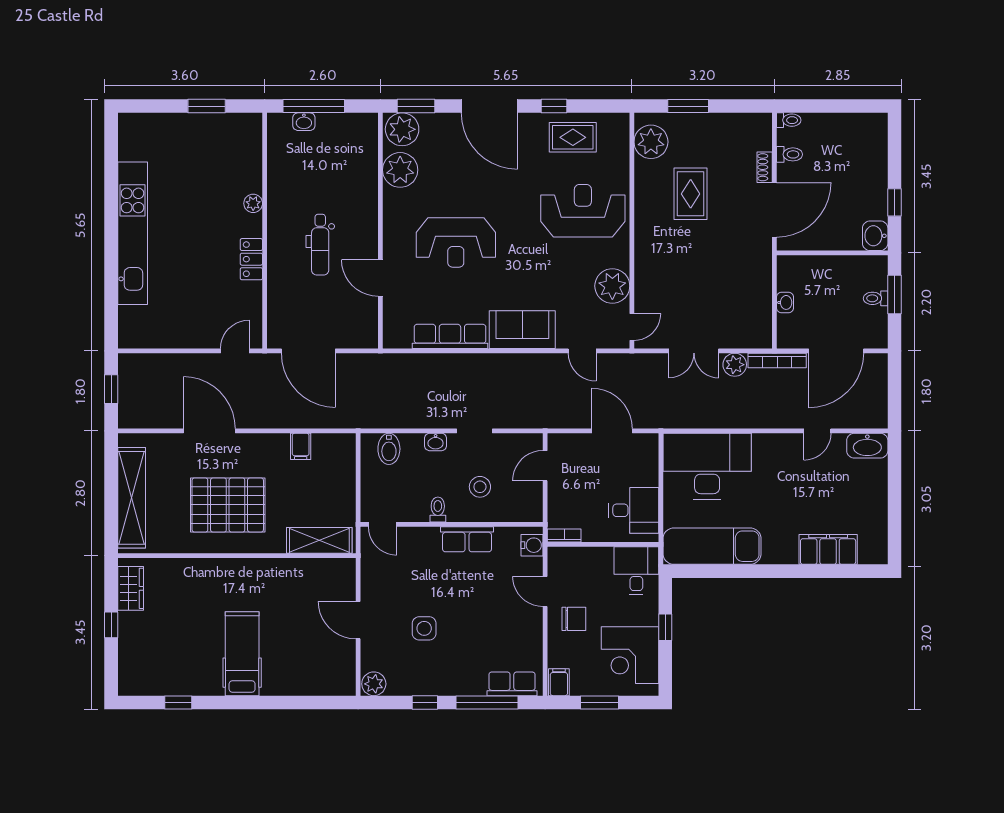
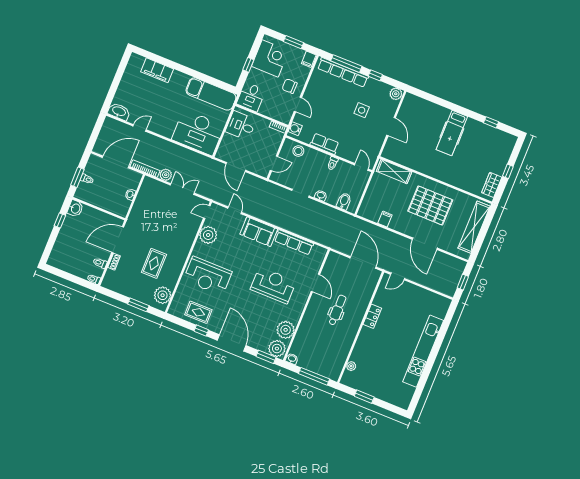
washbasin: (304, 122) -> (292, 359), moved
plant: (253, 203) -> (351, 366), moved
stool: (480, 487) -> (298, 151), moved
row of seats: (512, 684) -> (343, 72), width x2.02

